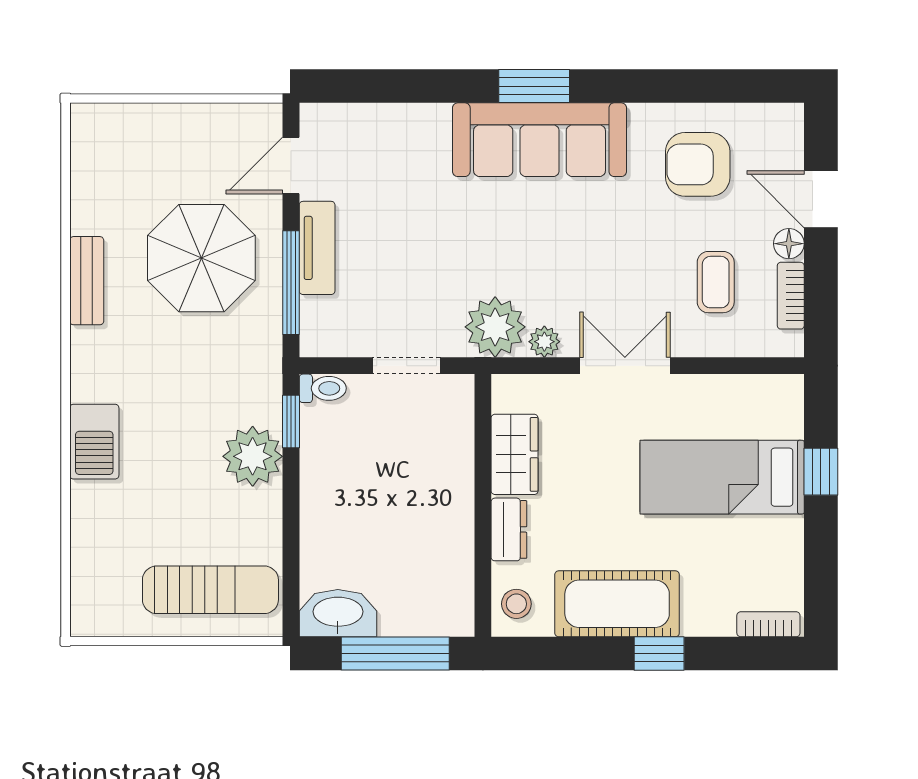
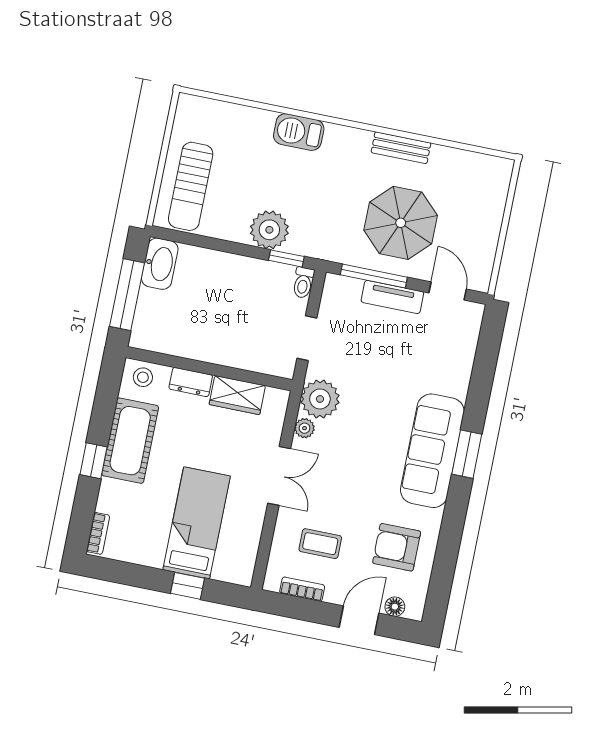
armchair: (698, 164) -> (397, 547), turned -90
floor lamp: (789, 244) -> (395, 607), moved

